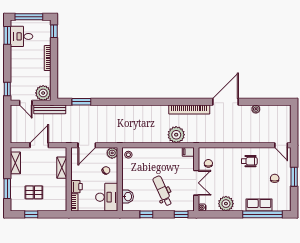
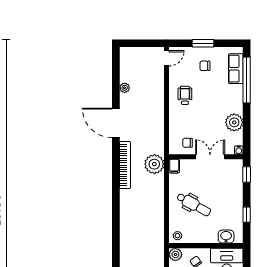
plant: (176, 135) -> (154, 164), moved
dental chair: (163, 191) -> (194, 205), moved, turned -126
row of seats: (259, 205) -> (236, 69), moved

